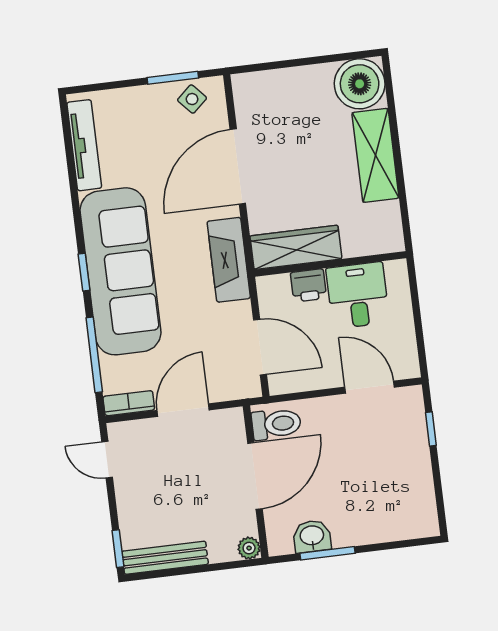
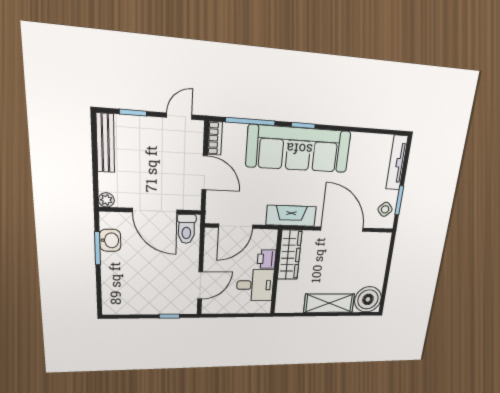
tv unit: (84, 145) -> (397, 163), moved, turned 90
window: (118, 549) -> (133, 113), moved

